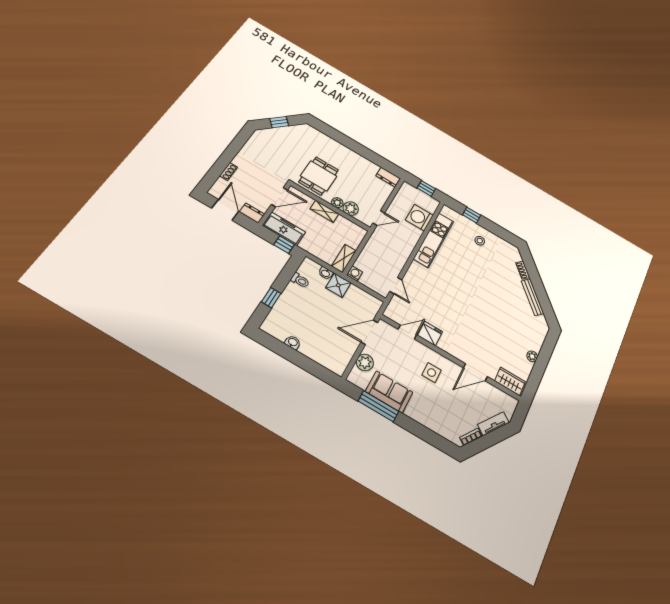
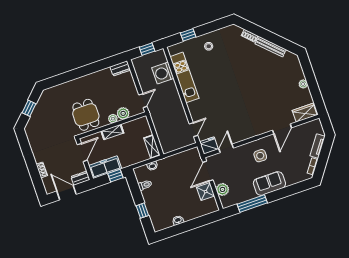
washing machine: (355, 274) -> (166, 148), removed
shower: (338, 285) -> (206, 192), moved
door: (396, 286) -> (193, 130), hinge flipped
fridge: (430, 334) -> (209, 145), moved
sofa: (389, 392) -> (269, 183), moved

